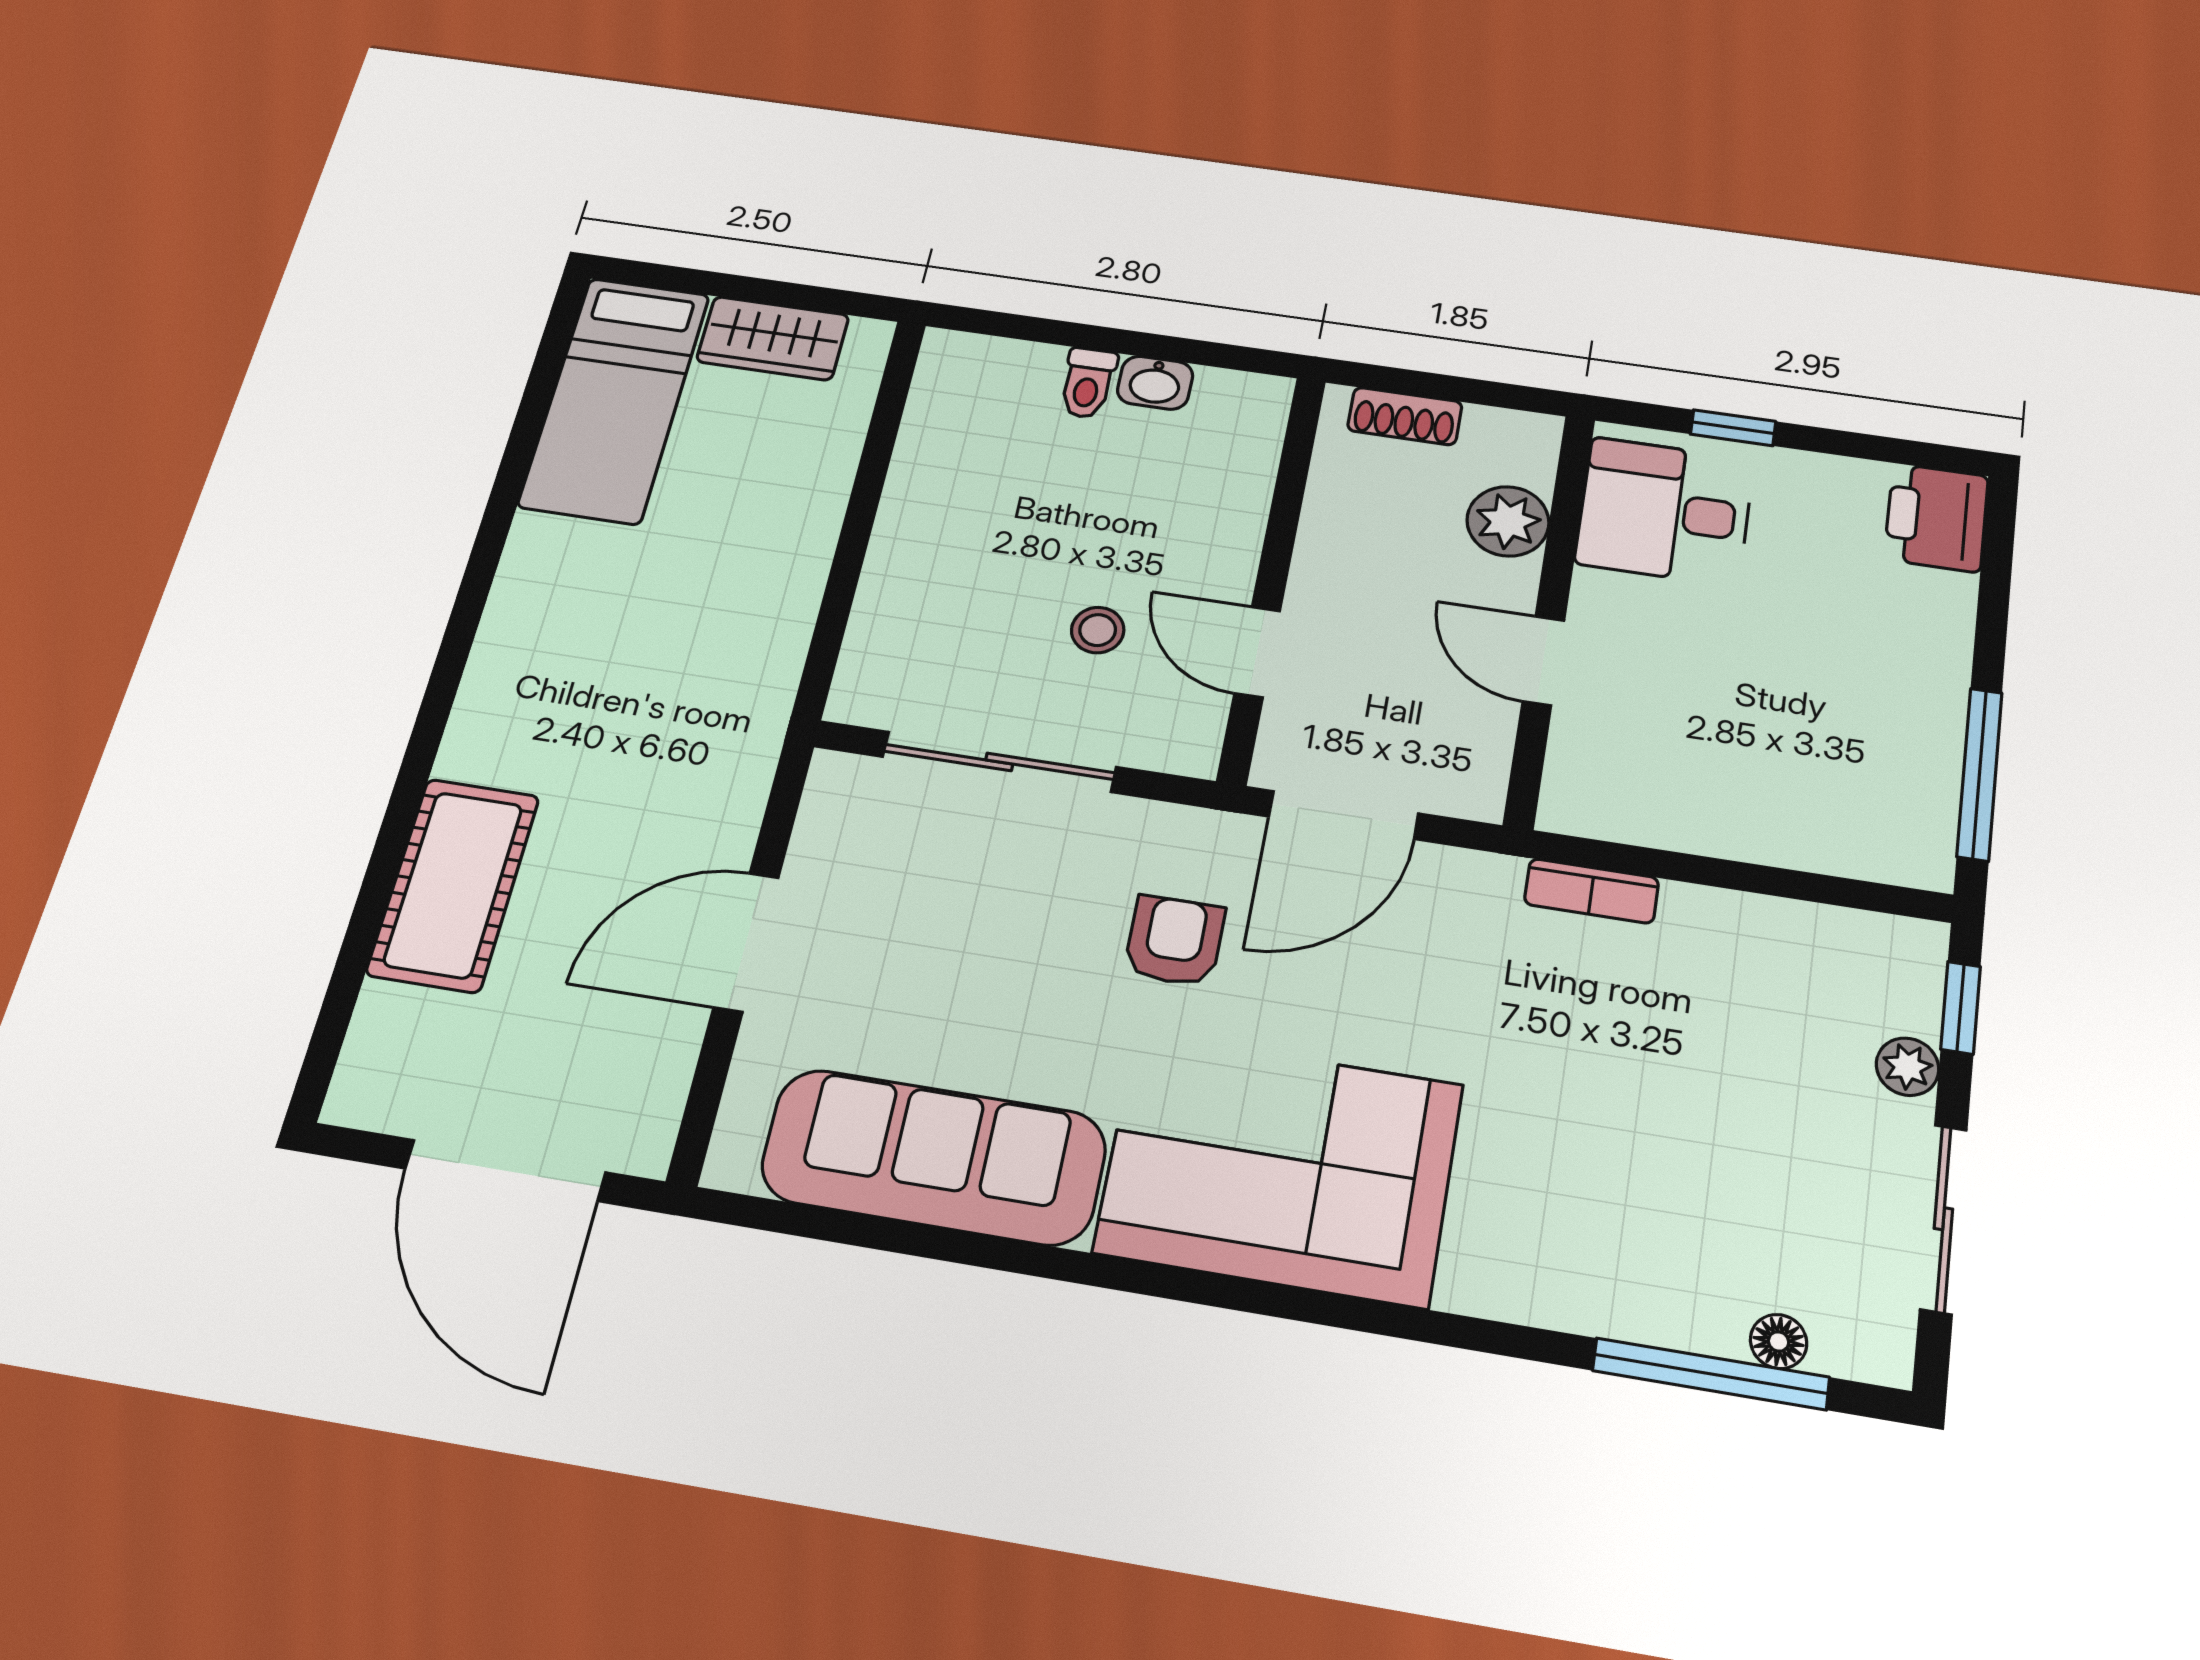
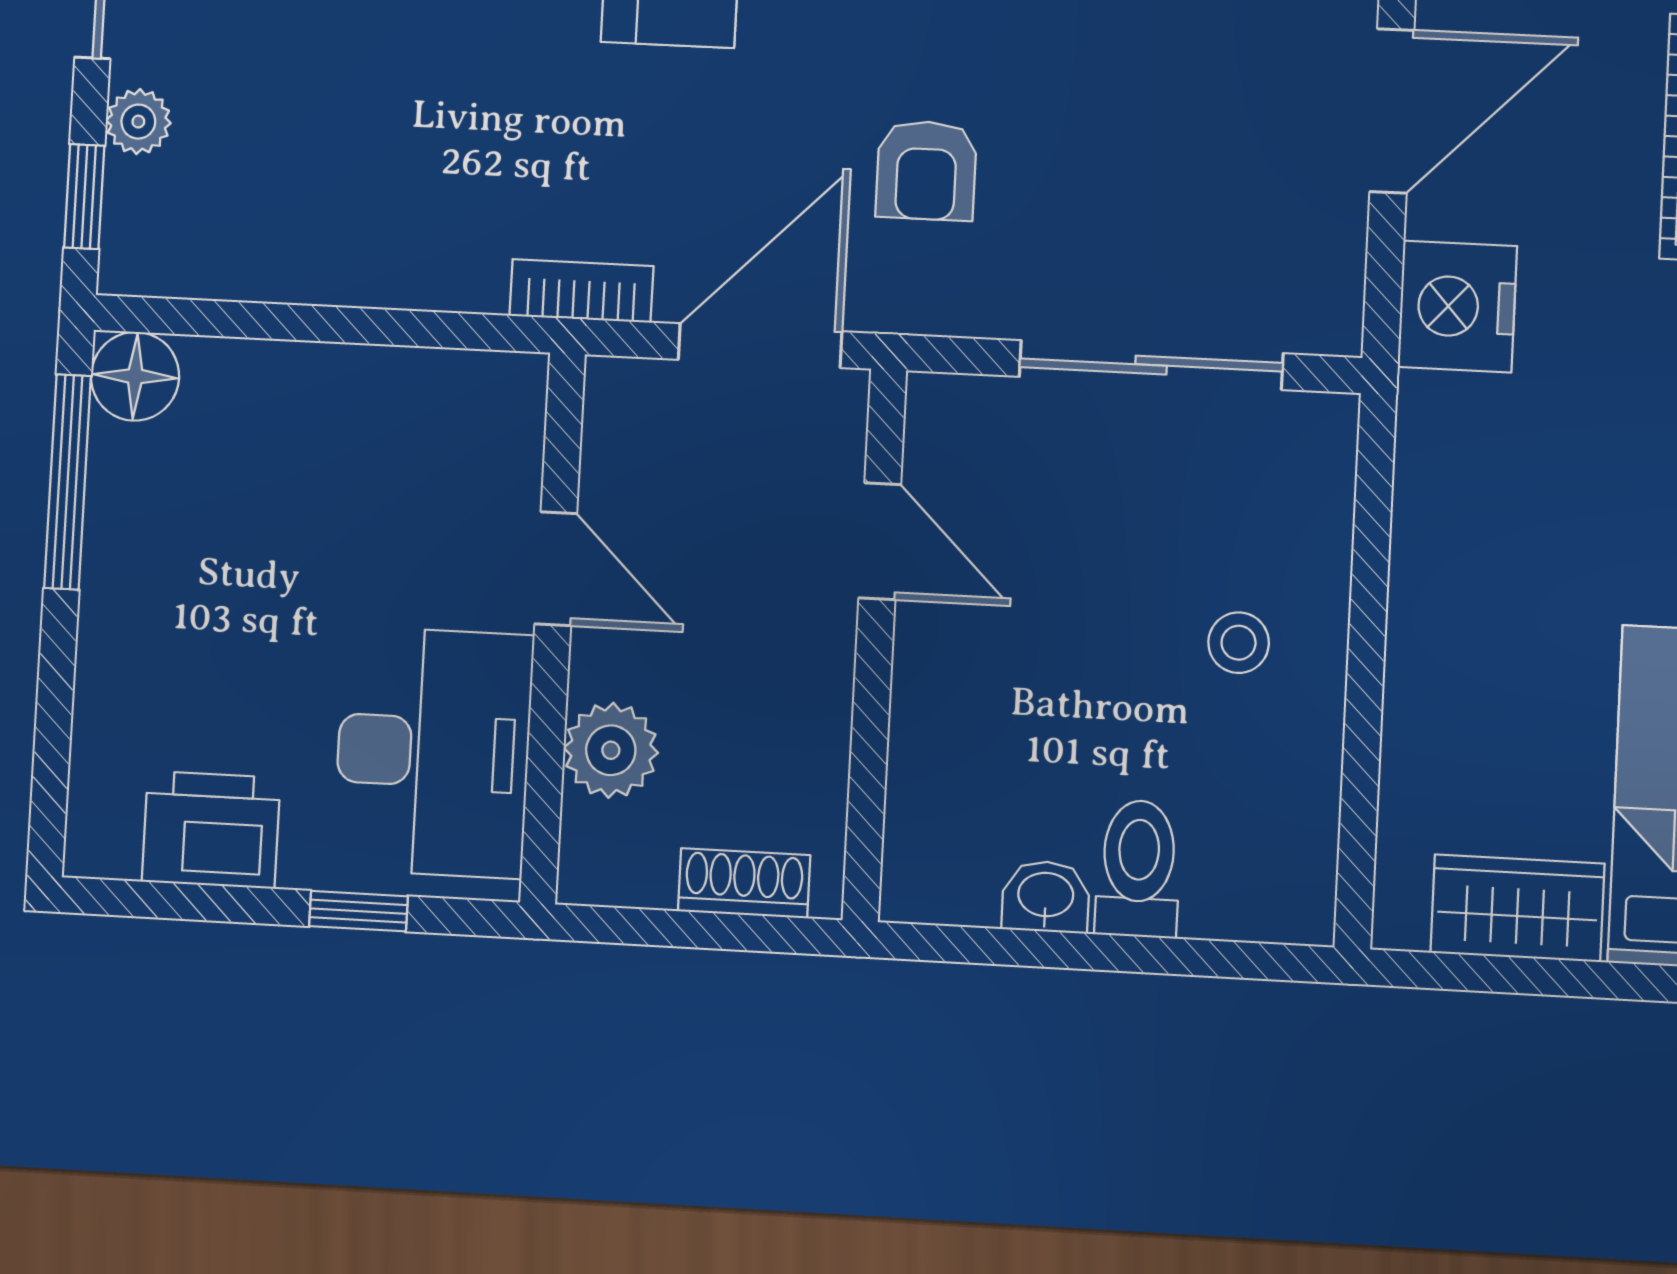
toilet: (1088, 383) -> (1138, 869), width x1.37, depth x1.39
desk: (1665, 511) -> (433, 752), width x1.37
printer: (1936, 518) -> (211, 830), moved, turned -90
stool: (1098, 630) -> (1239, 643), moved
nightstand: (723, 778) -> (1457, 306), added
floor lamp: (1916, 852) -> (135, 376), added
bookcase: (1592, 891) -> (581, 291), moved

